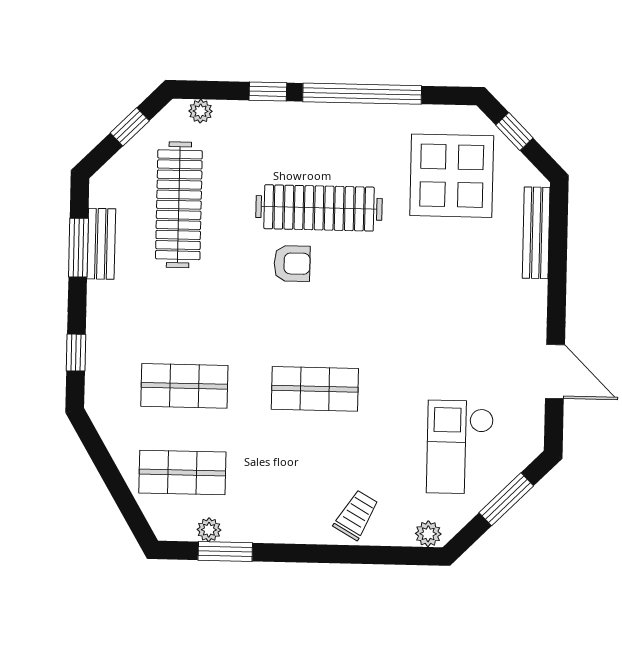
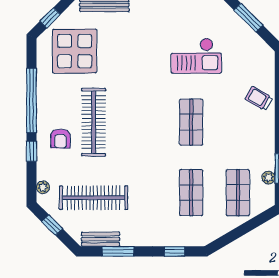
bench: (101, 244) -> (101, 239), moved
armchair: (292, 263) -> (60, 139), moved, turned 180
checkout: (460, 447) -> (196, 56), moved
plant: (428, 534) -> (268, 59), removed

